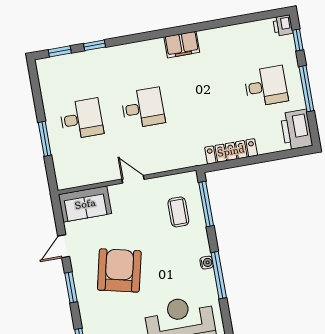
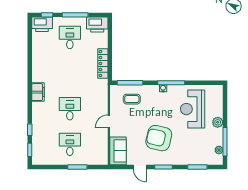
printer: (283, 25) -> (42, 24), width x1.87, depth x1.48
filing cabinet: (182, 45) -> (38, 92), moved

